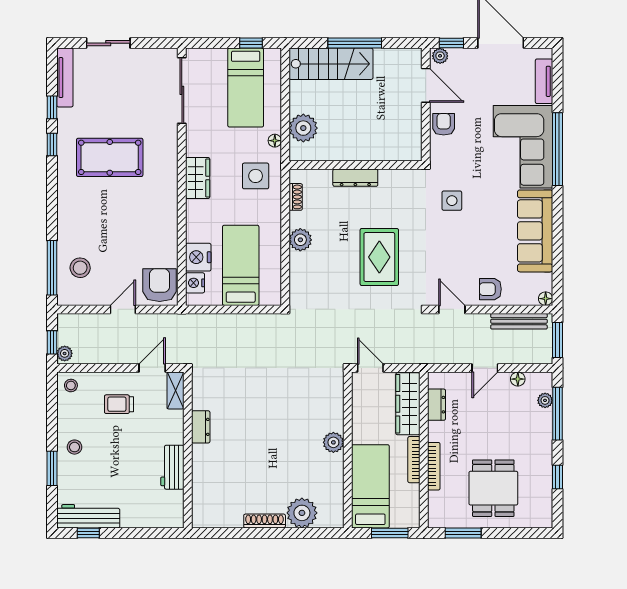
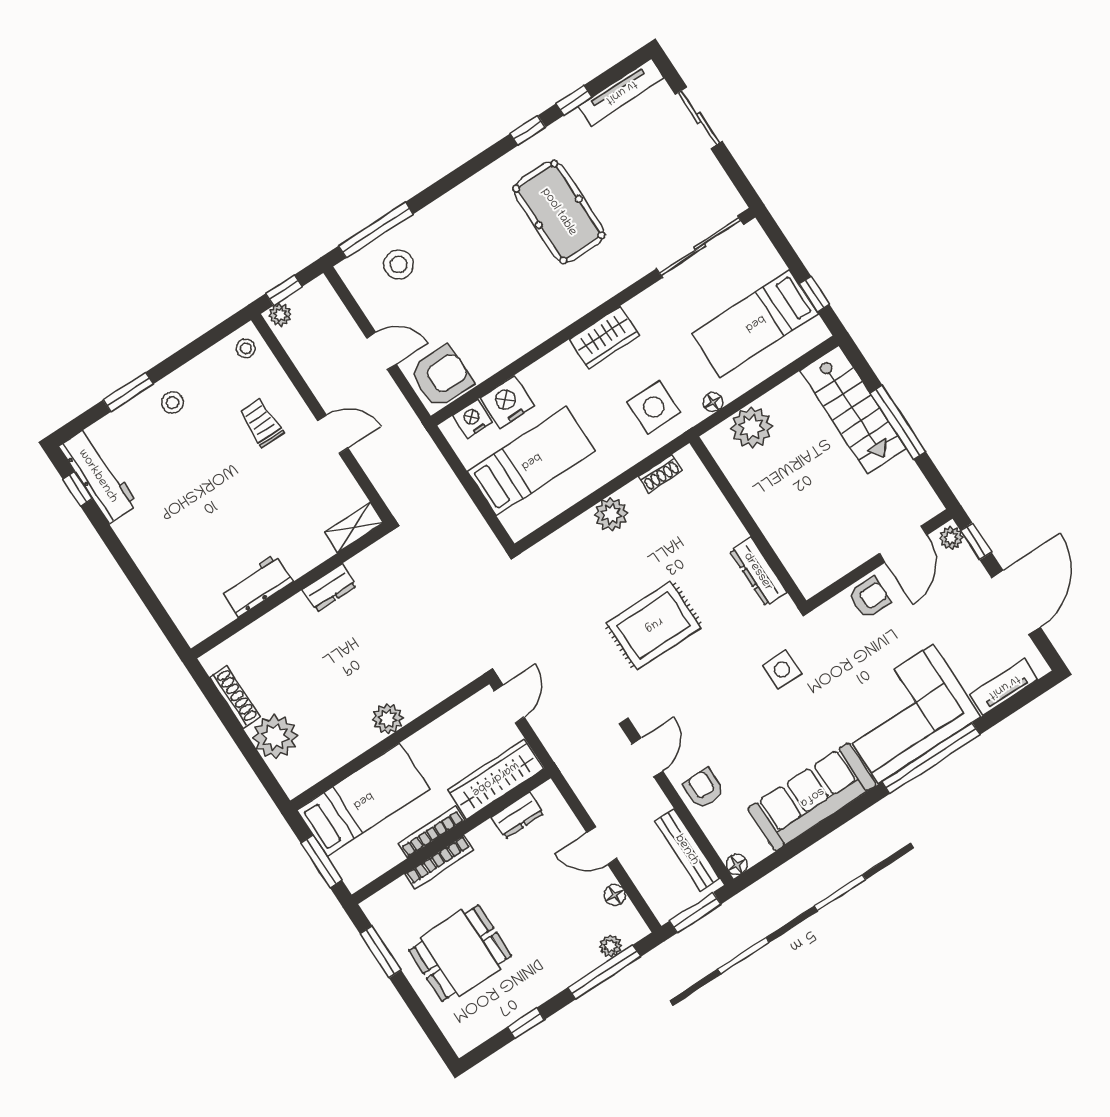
dresser: (355, 178) -> (758, 572), moved
shelving: (175, 390) -> (354, 527), moved
dresser: (201, 427) -> (329, 588), moved
wall: (188, 450) -> (290, 590), moved
workbench: (172, 467) -> (257, 586), moved

